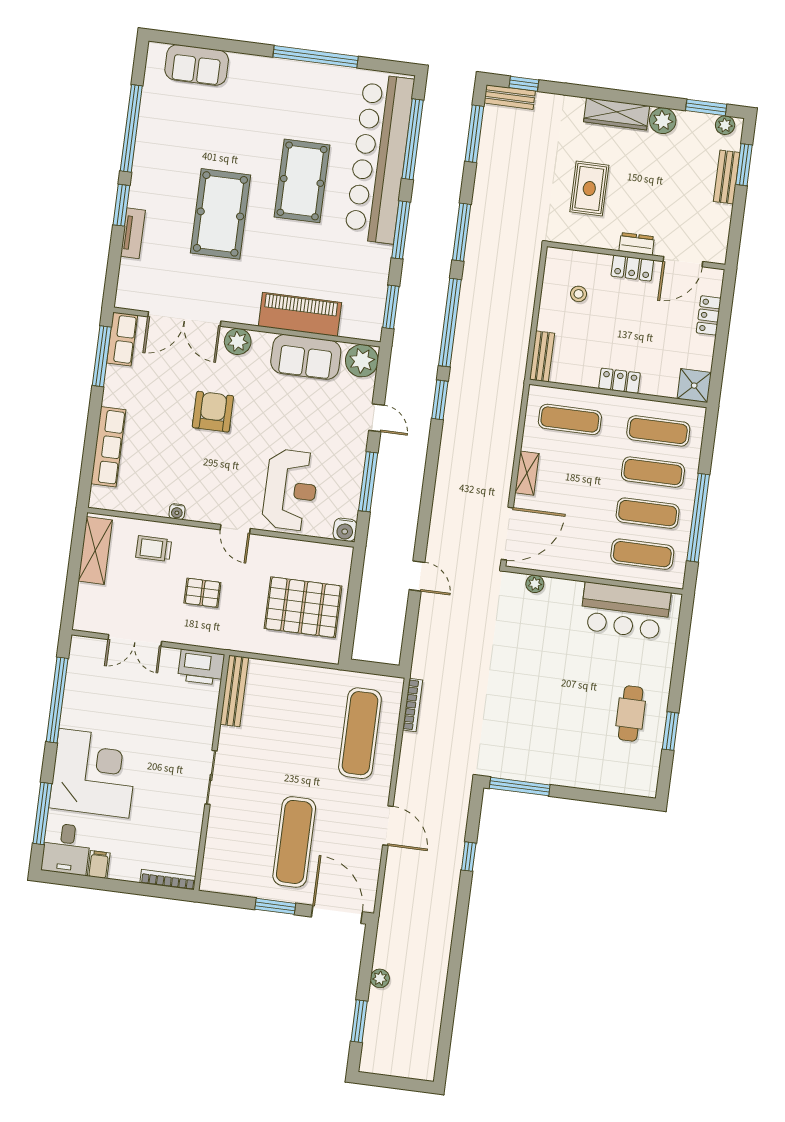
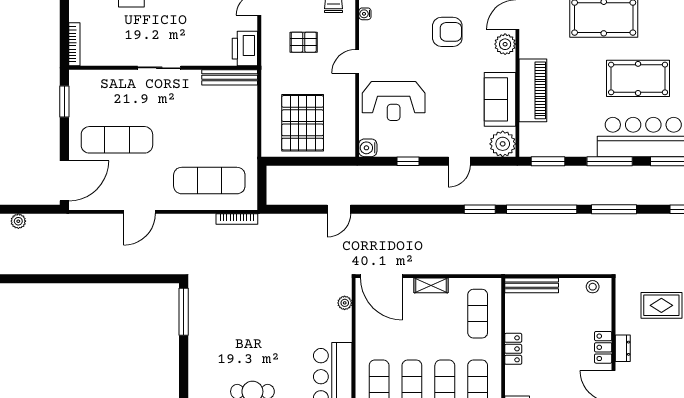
stool: (579, 294) -> (593, 287), moved
bench: (542, 356) -> (532, 285), width x1.36
window: (368, 482) -> (408, 161), width x0.46
pallet: (202, 593) -> (304, 42), turned 90
window: (469, 857) -> (123, 279), removed
window: (275, 906) -> (64, 101), moved

